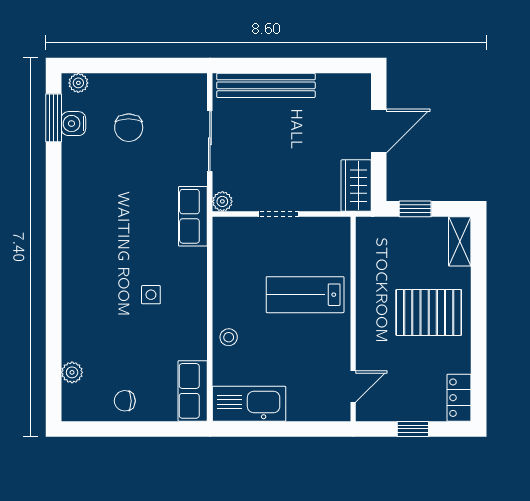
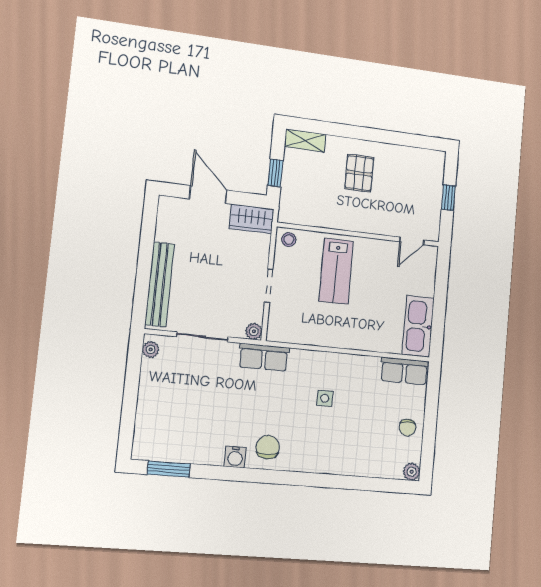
plant: (78, 83) -> (151, 350), moved
water cooler: (73, 124) -> (235, 457), moved
chair: (129, 128) -> (268, 447), moved, turned -90
pallet: (429, 312) -> (359, 173), width x0.67, depth x0.71
stool: (229, 337) -> (289, 240), moved
plant: (72, 372) -> (412, 472), moved
door: (353, 386) -> (412, 241), swing flipped
locker: (459, 398) -> (428, 158), removed

